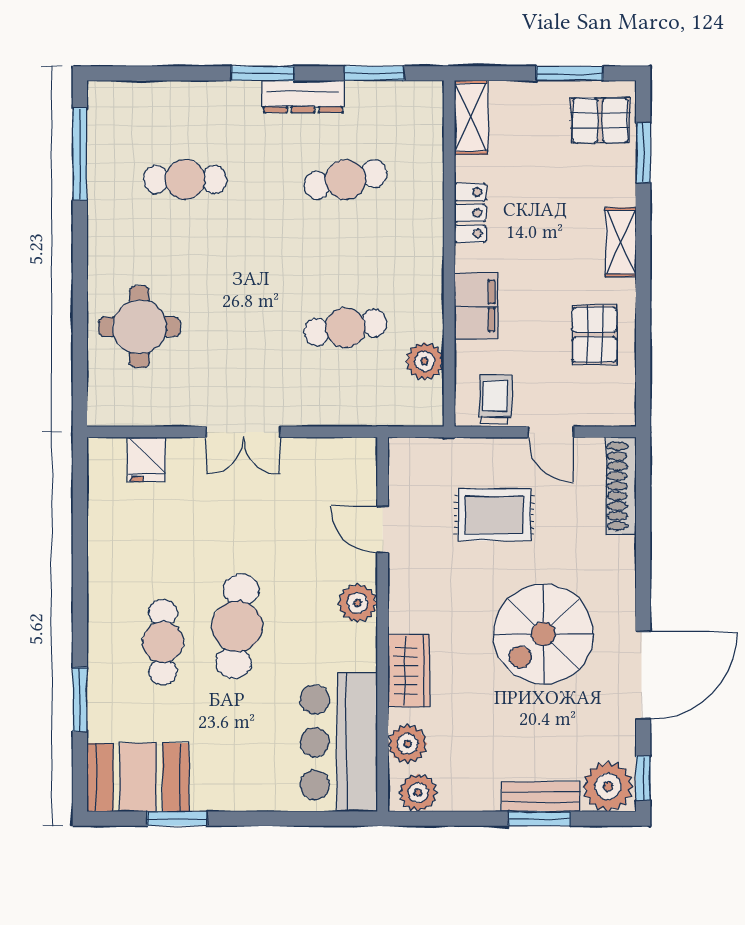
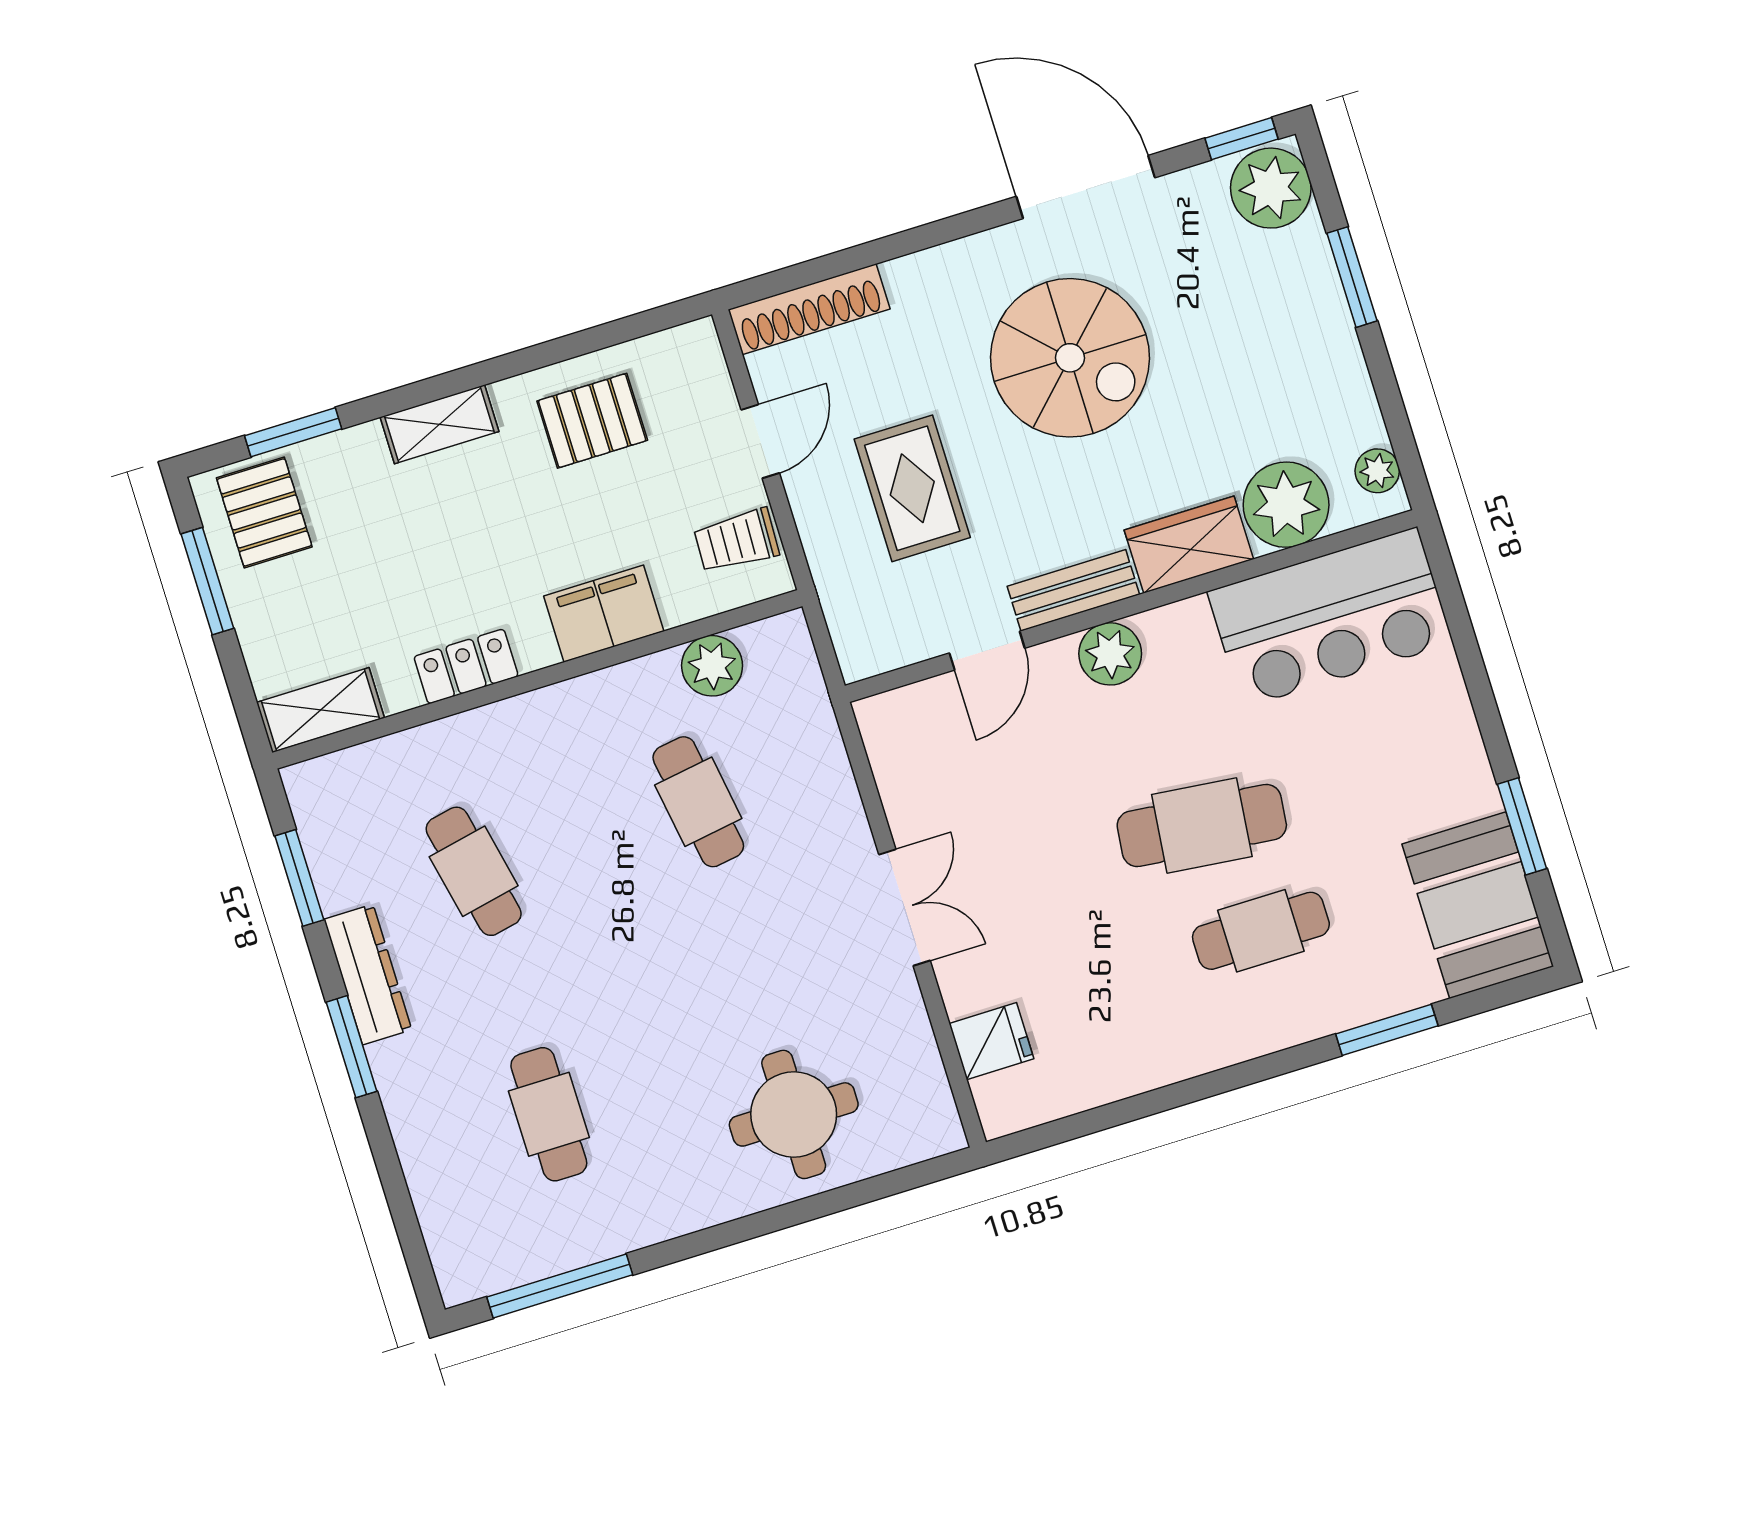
plant: (408, 744) -> (1286, 505), width x1.36, depth x1.36
plant: (418, 793) -> (1377, 471), width x0.73, depth x0.73
bench: (541, 797) -> (1073, 590), moved, turned 90

